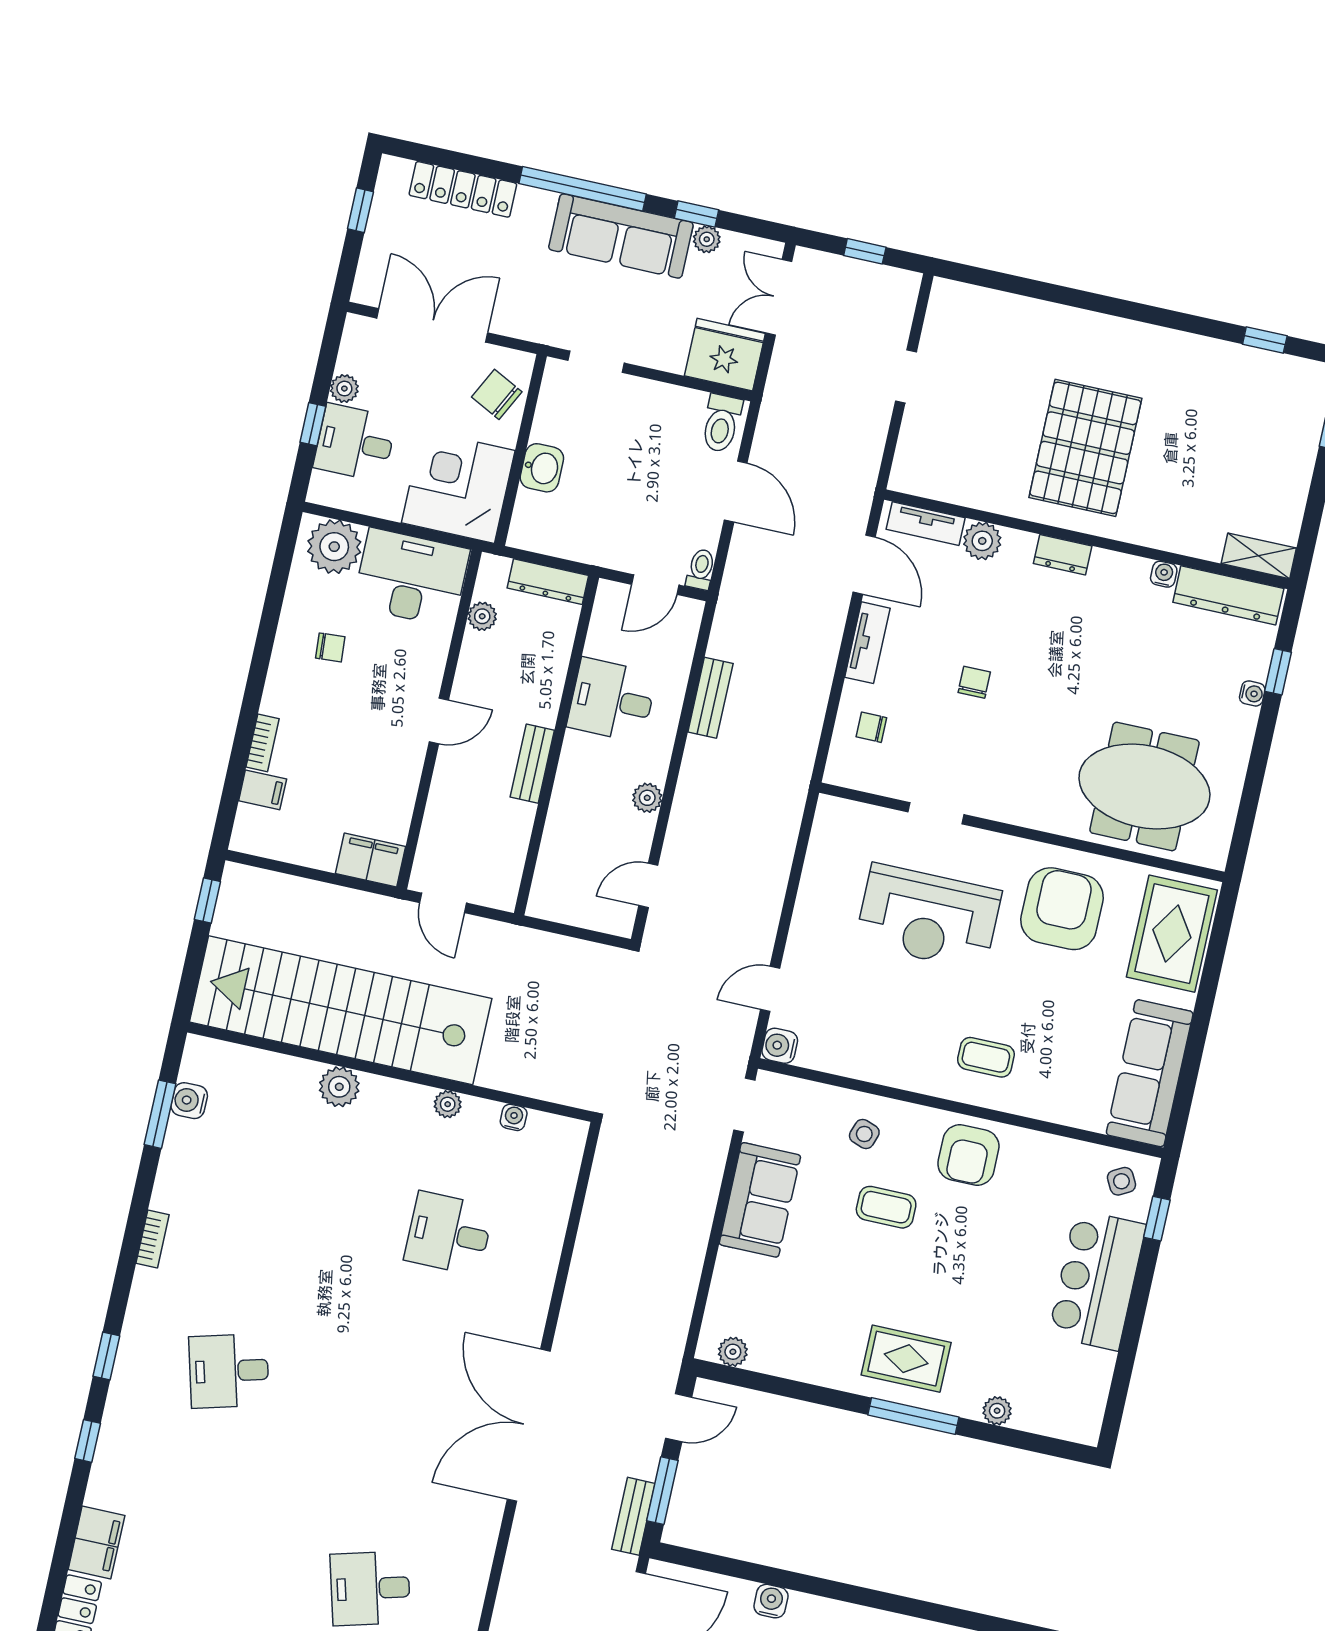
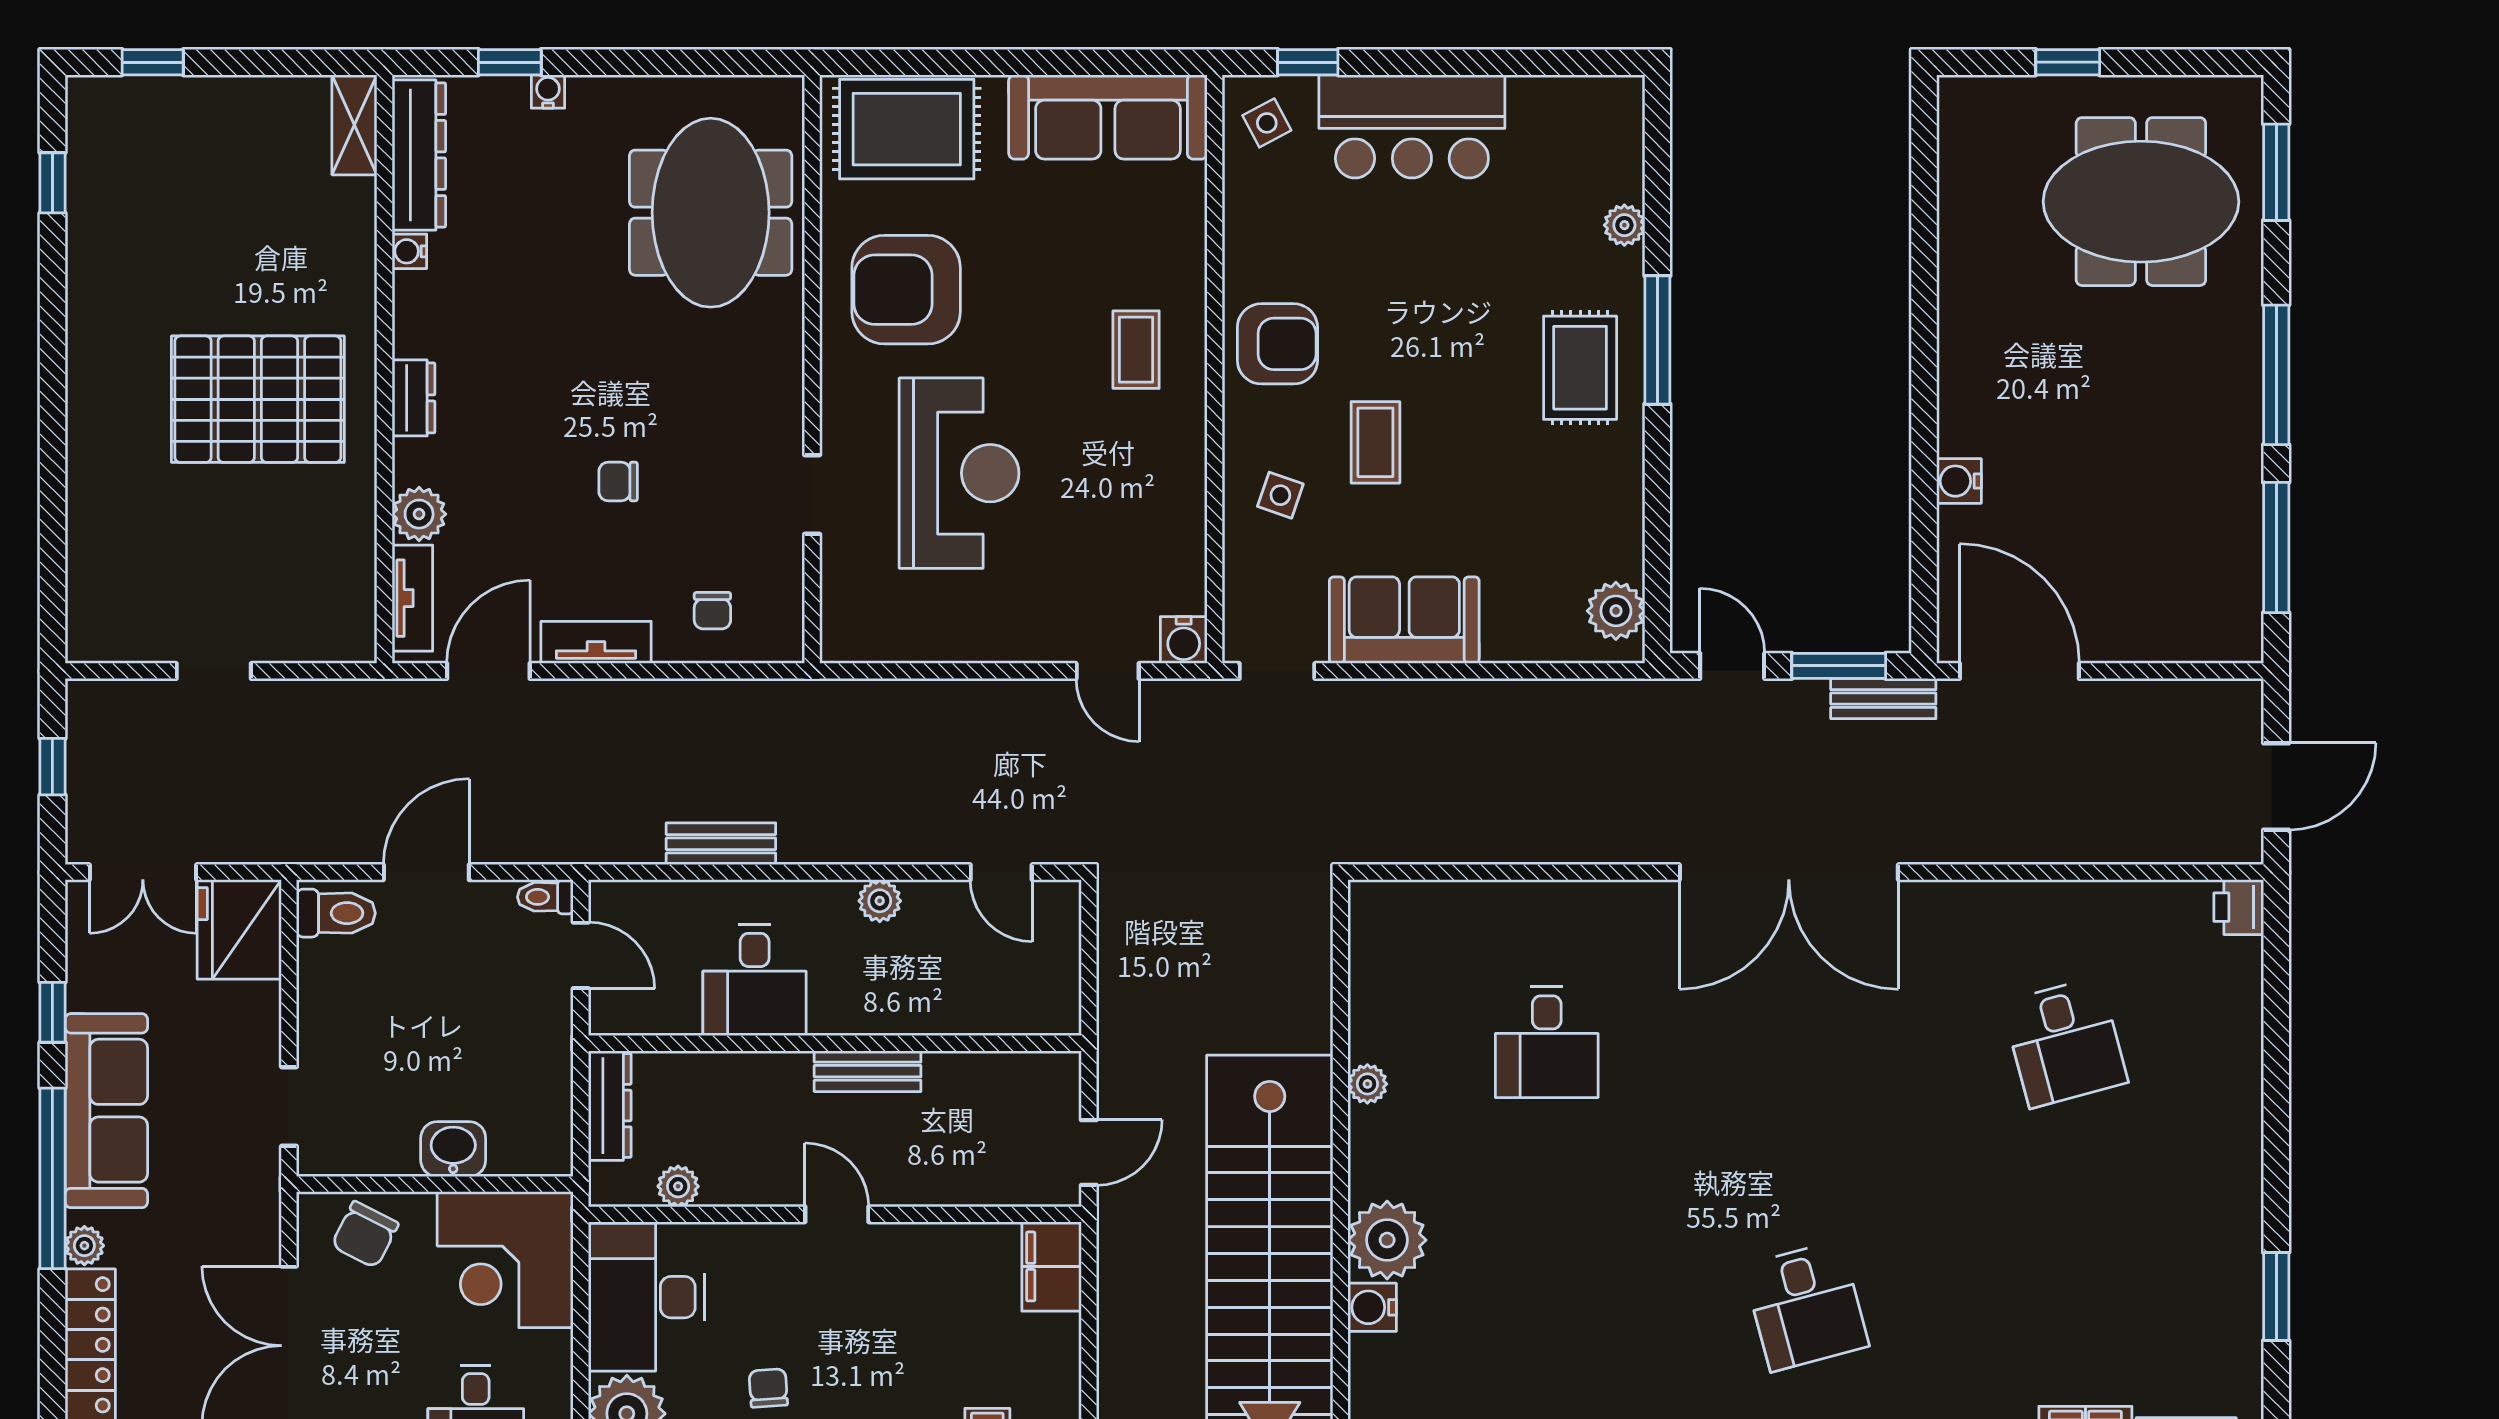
plant: (707, 239) -> (84, 1246), moved
plant: (339, 1087) -> (1387, 1240), width x1.36, depth x1.36
water cooler: (514, 1117) -> (1372, 1307), moved, width x1.38, depth x1.38
plant: (733, 1352) -> (1616, 611), width x1.38, depth x1.38

